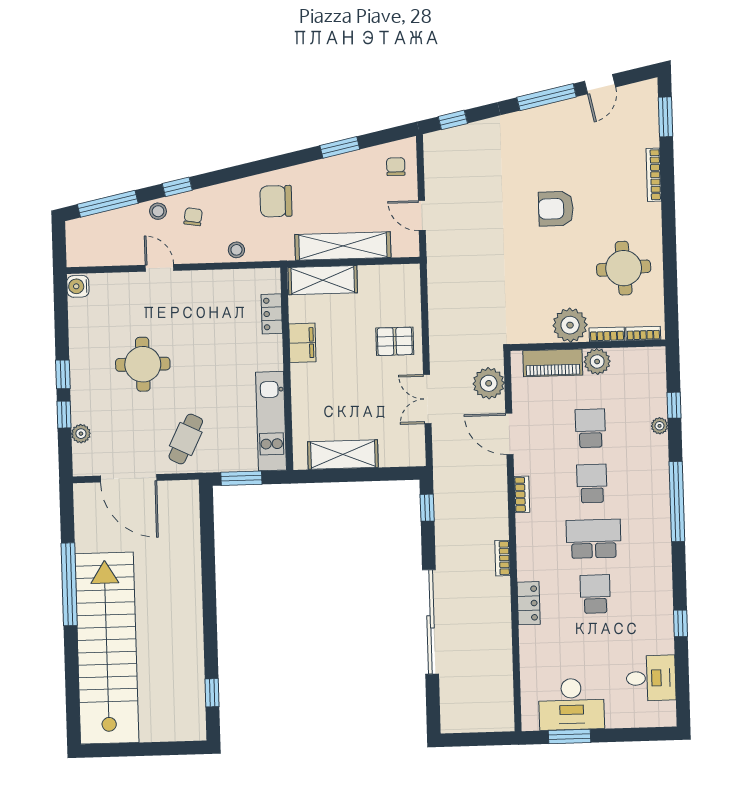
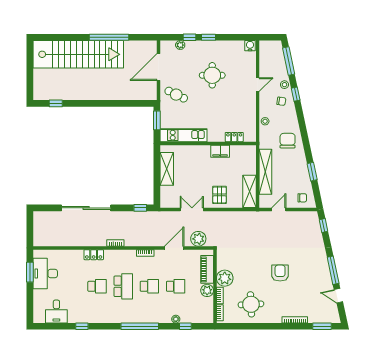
shelving: (323, 280) -> (249, 191), moved

